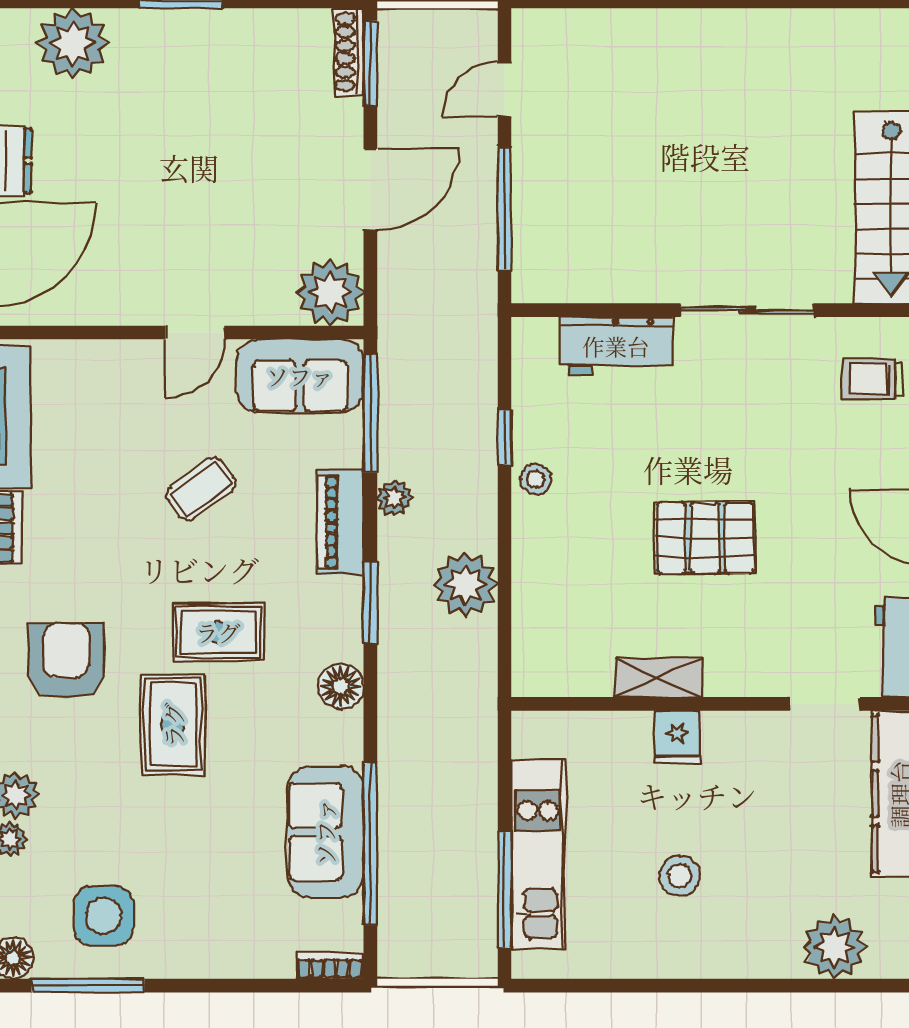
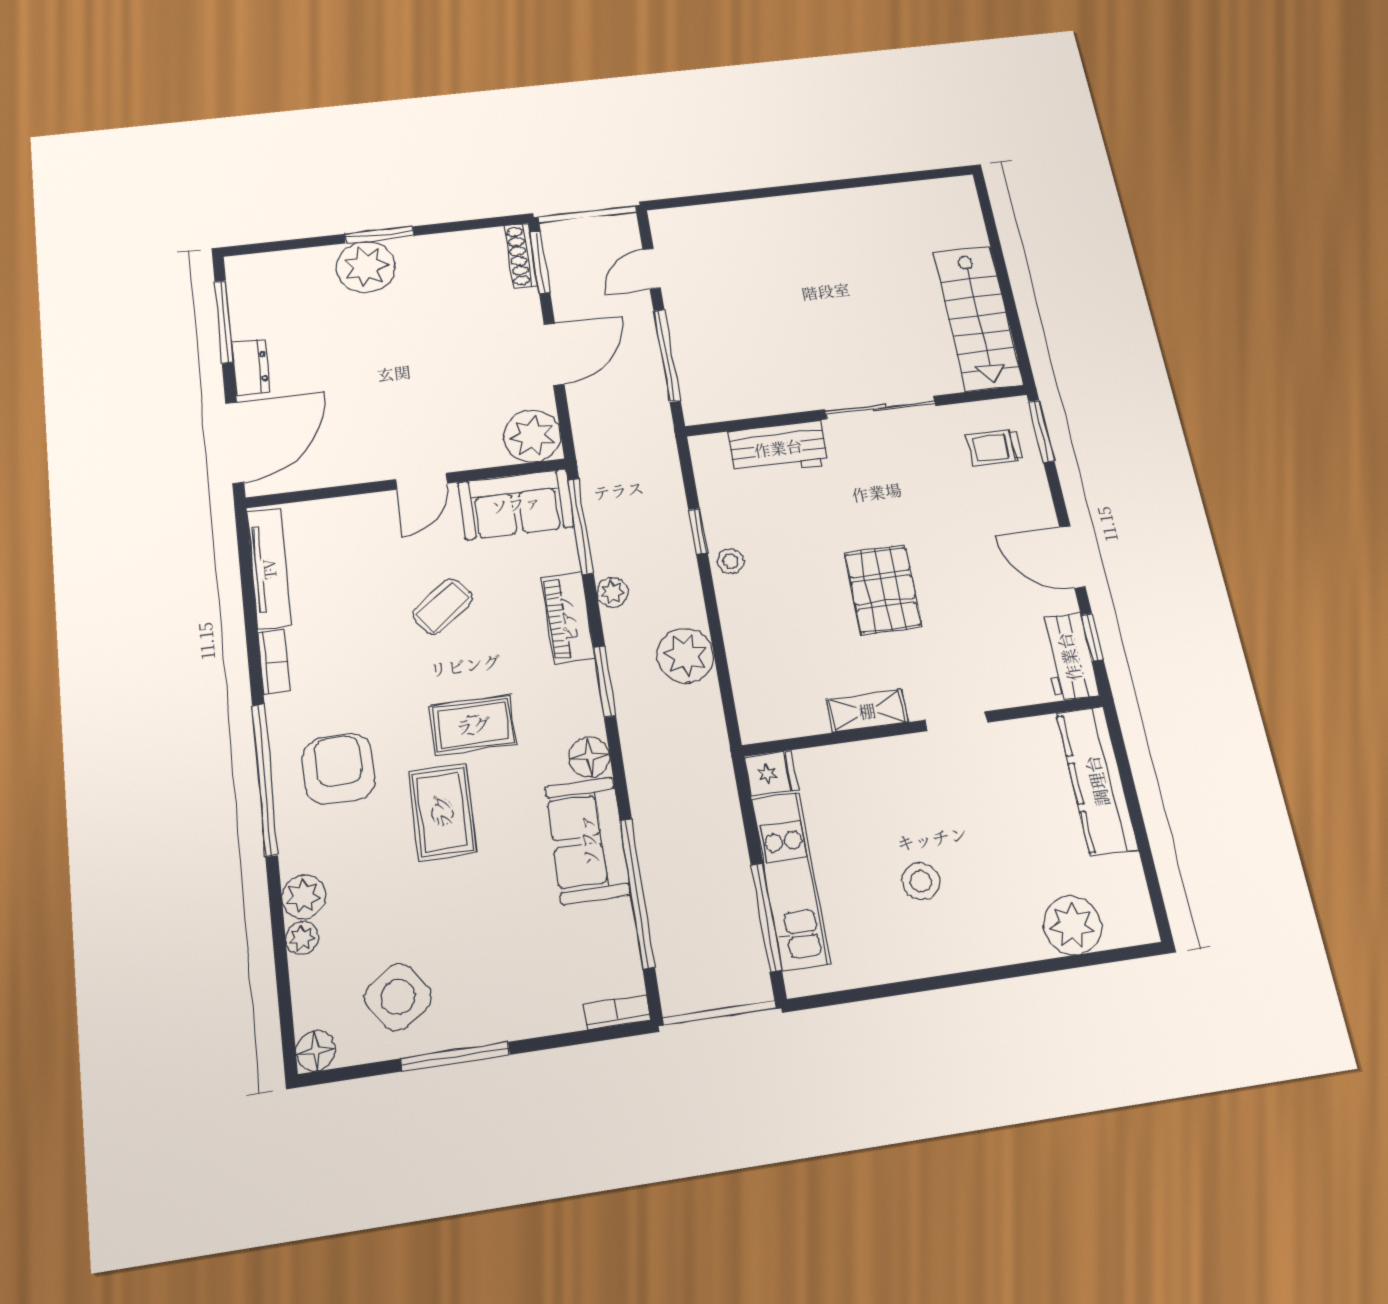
plant: (73, 43) -> (366, 267), moved
pallet: (705, 538) -> (883, 590), turned 90
doorway: (825, 704) -> (956, 721), moved
fridge: (677, 737) -> (771, 773), moved, turned -90
sofa: (325, 832) -> (588, 840), moved
side table: (103, 916) -> (398, 997), turned -35
window: (88, 986) -> (455, 1057), moved

